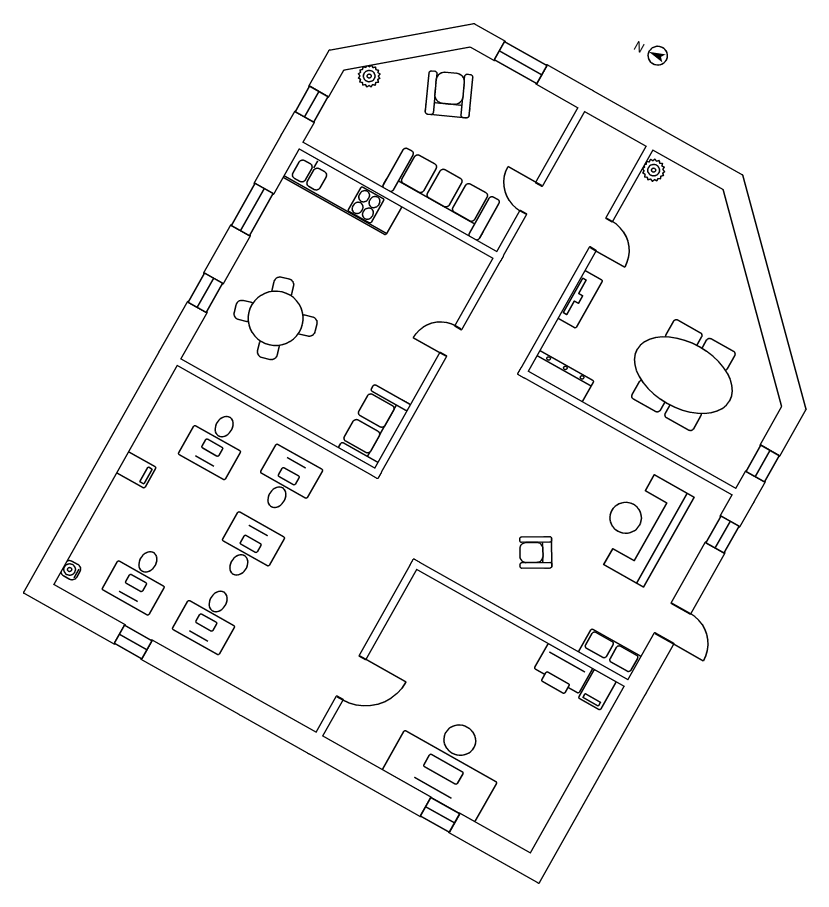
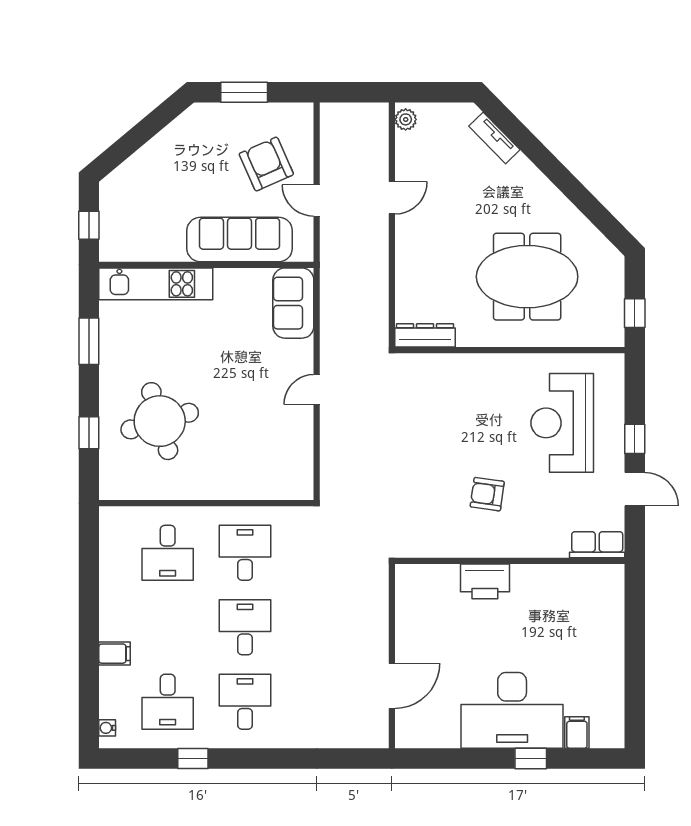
plant: (369, 76) -> (124, 175), removed
armchair: (449, 94) -> (266, 164), moved
door: (601, 234) -> (392, 198), hinge flipped
tv unit: (580, 299) -> (494, 138), moved, turned 136
door: (451, 341) -> (317, 390), moved
sofa: (375, 427) -> (293, 303), moved
filing cabinet: (136, 470) -> (114, 654), moved
window: (723, 535) -> (635, 439), moved
armchair: (536, 552) -> (487, 494), turned 38
desk: (209, 617) -> (245, 702), turned 180
printer: (562, 671) -> (485, 581), moved
filing cabinet: (597, 690) -> (577, 732), moved, turned 180

